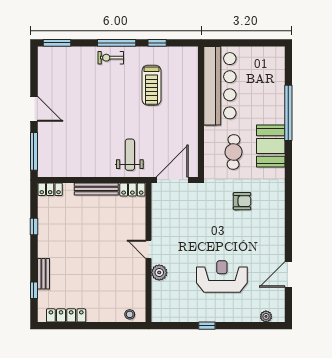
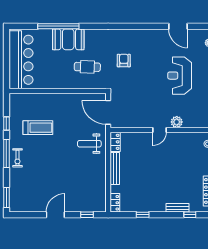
bar counter: (220, 86) -> (21, 60), moved, turned 90
booth: (271, 146) -> (68, 39), moved
window: (34, 151) -> (87, 215), width x0.46

